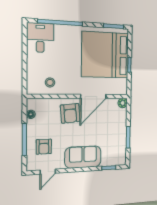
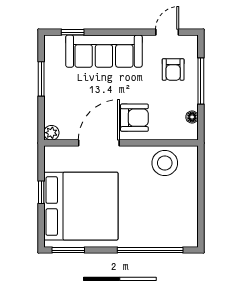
desk: (40, 38) -> (179, 227), removed
stool: (50, 82) -> (165, 163), width x1.89, depth x1.89
armchair: (70, 113) -> (134, 118), turned 95
armchair: (44, 147) -> (173, 70), turned 180
sofa: (83, 157) -> (104, 51), width x1.36

